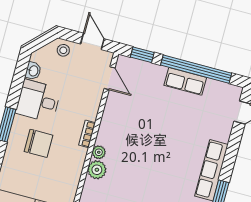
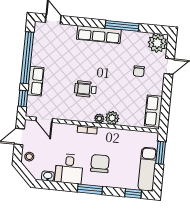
door: (110, 78) -> (44, 120), swing flipped
row of seats: (185, 81) -> (36, 81), moved
wheelchair: (141, 140) -> (85, 89), added

